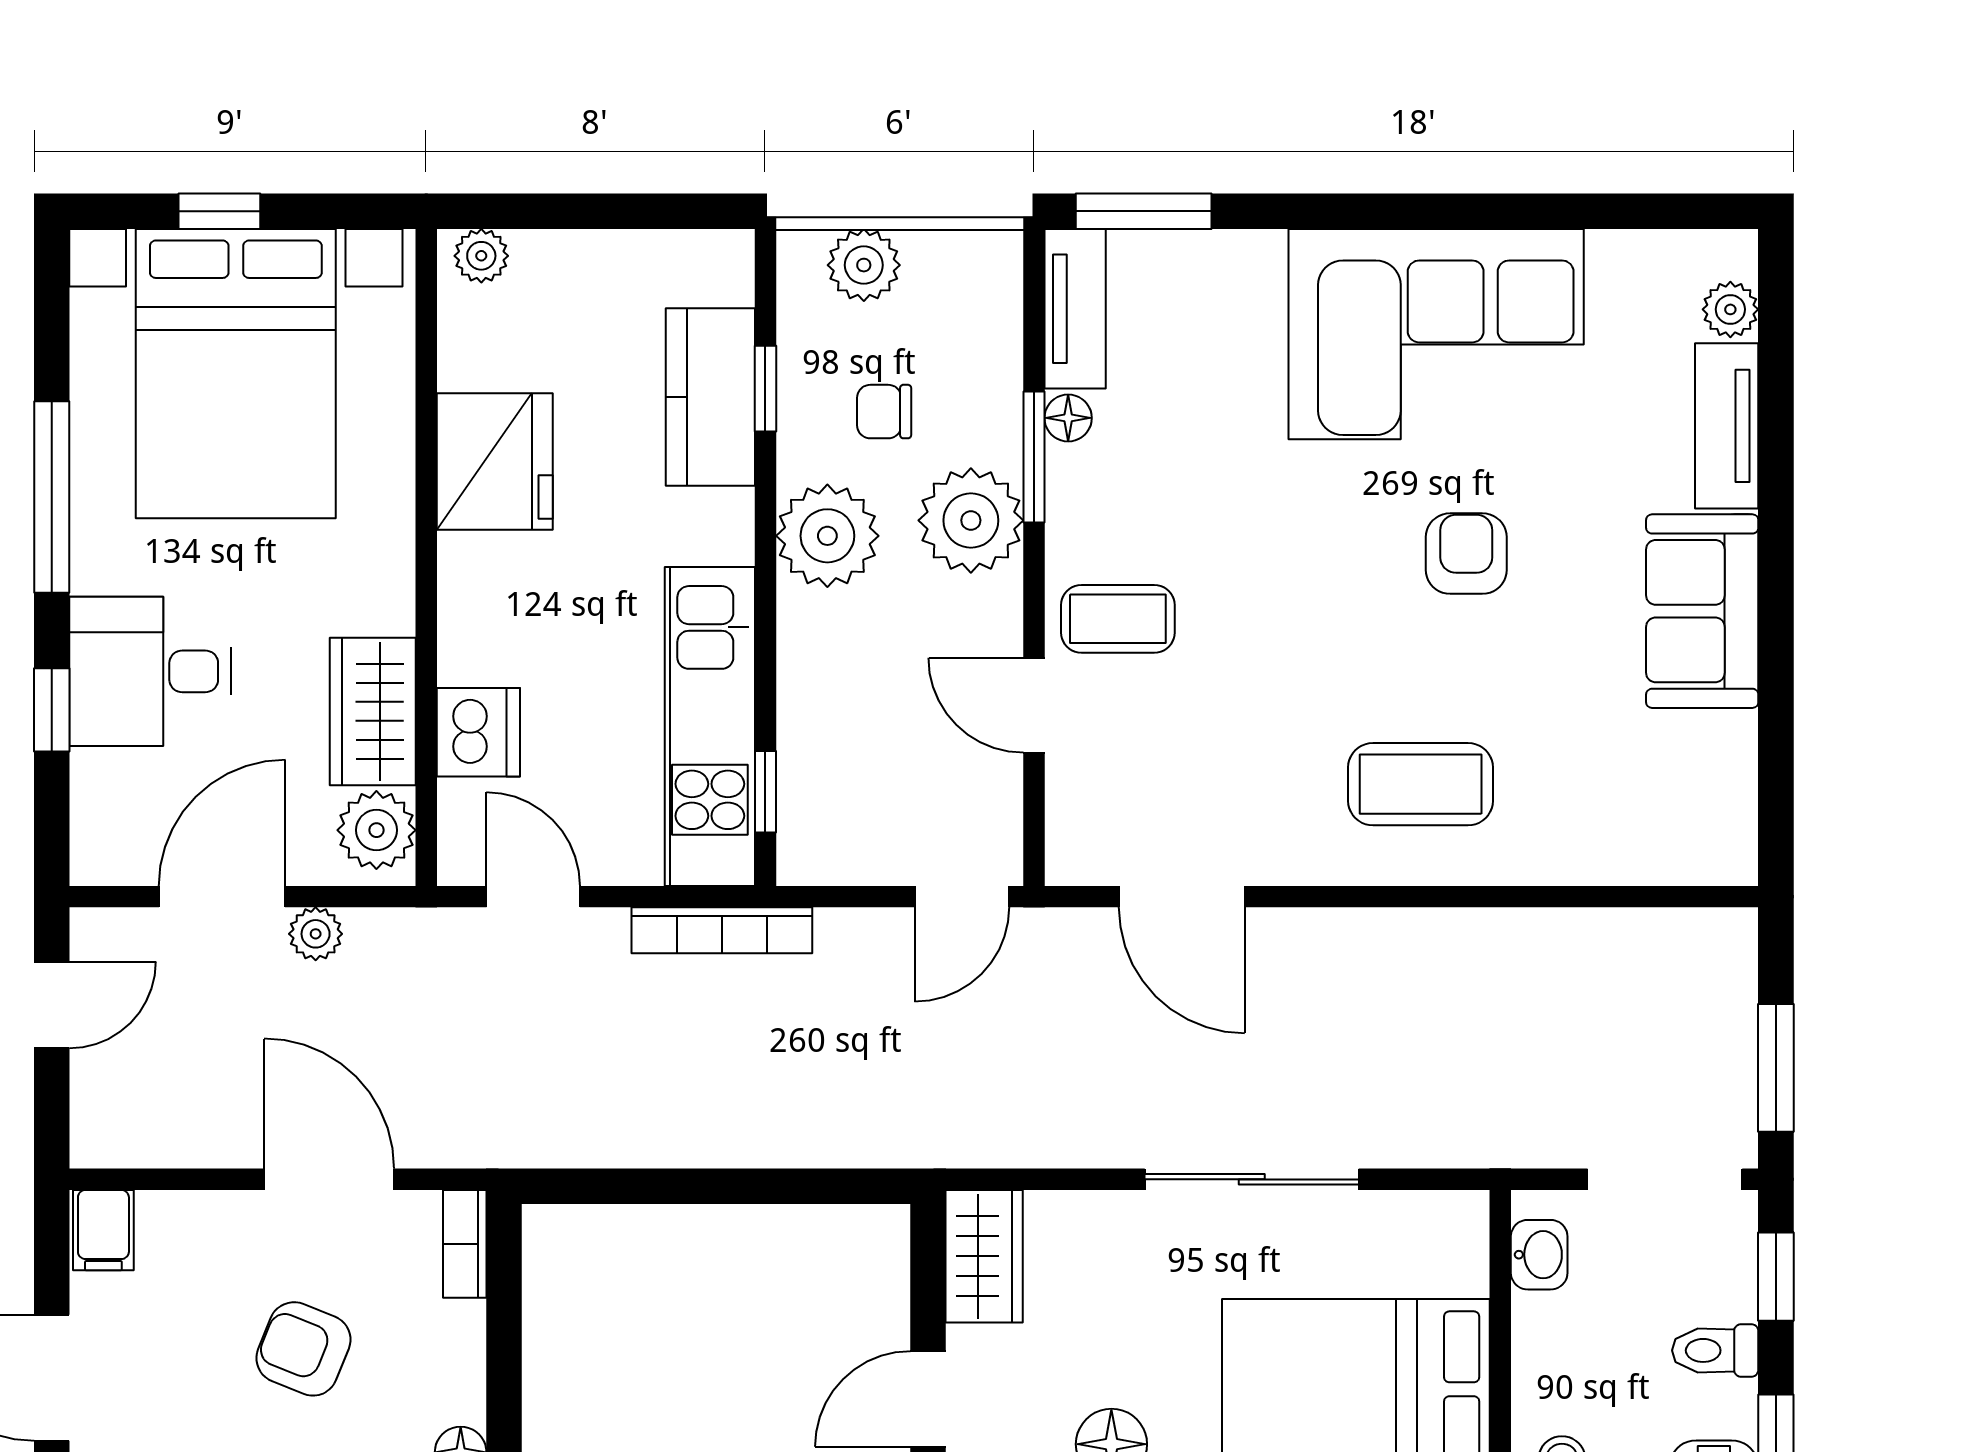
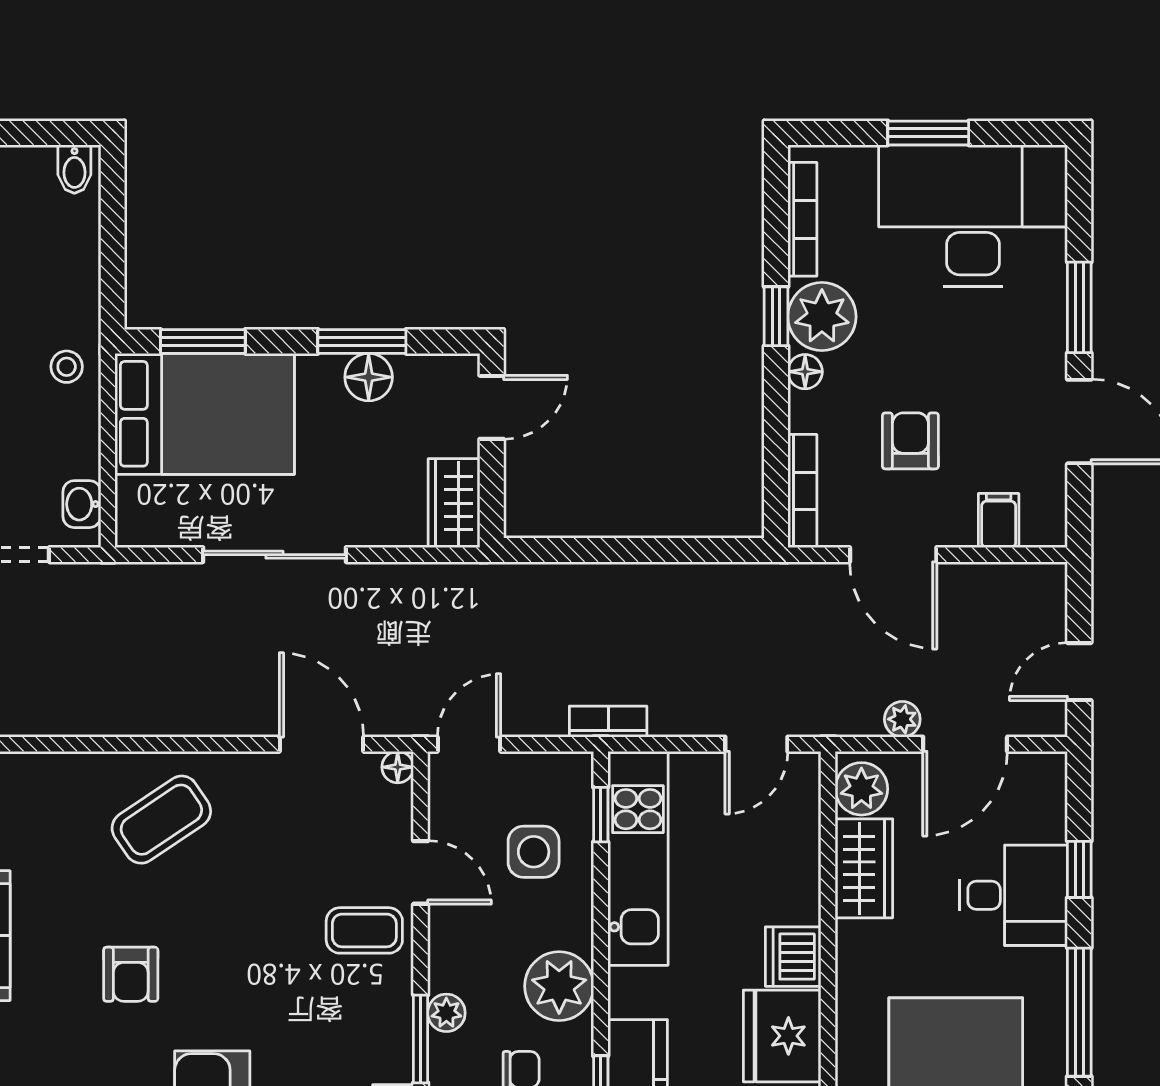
floor lamp: (1068, 418) -> (398, 767), moved
plant: (971, 520) -> (446, 1013), width x0.53, depth x0.53
dishwasher: (478, 732) -> (793, 957), moved
side table: (865, 736) -> (534, 852), added
coffee table: (1421, 784) -> (161, 820), turned -34
door: (533, 897) -> (756, 744), hinge flipped
bookcase: (722, 930) -> (608, 722), width x0.64
filing cabinet: (103, 1230) -> (999, 521), moved
bookcase: (465, 1244) -> (802, 491), width x1.56
armchair: (303, 1349) -> (910, 441), turned -112

